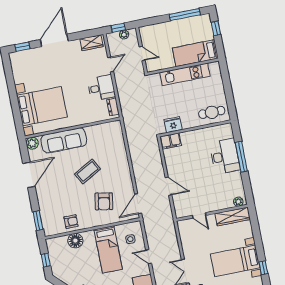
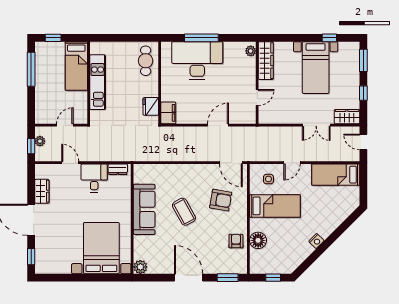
wardrobe: (91, 43) -> (42, 191), moved
sofa: (64, 140) -> (144, 209), moved
desk: (225, 156) -> (197, 60), width x1.36, depth x1.30
door: (29, 175) -> (189, 278), moved

